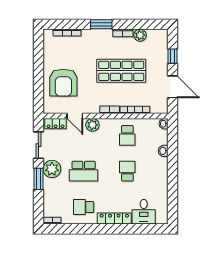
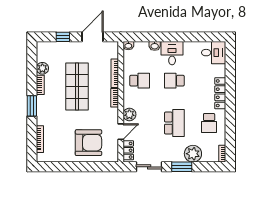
plant: (52, 169) -> (193, 154), moved
desk: (156, 169) -> (172, 53), added
desk: (144, 212) -> (214, 53), moved

